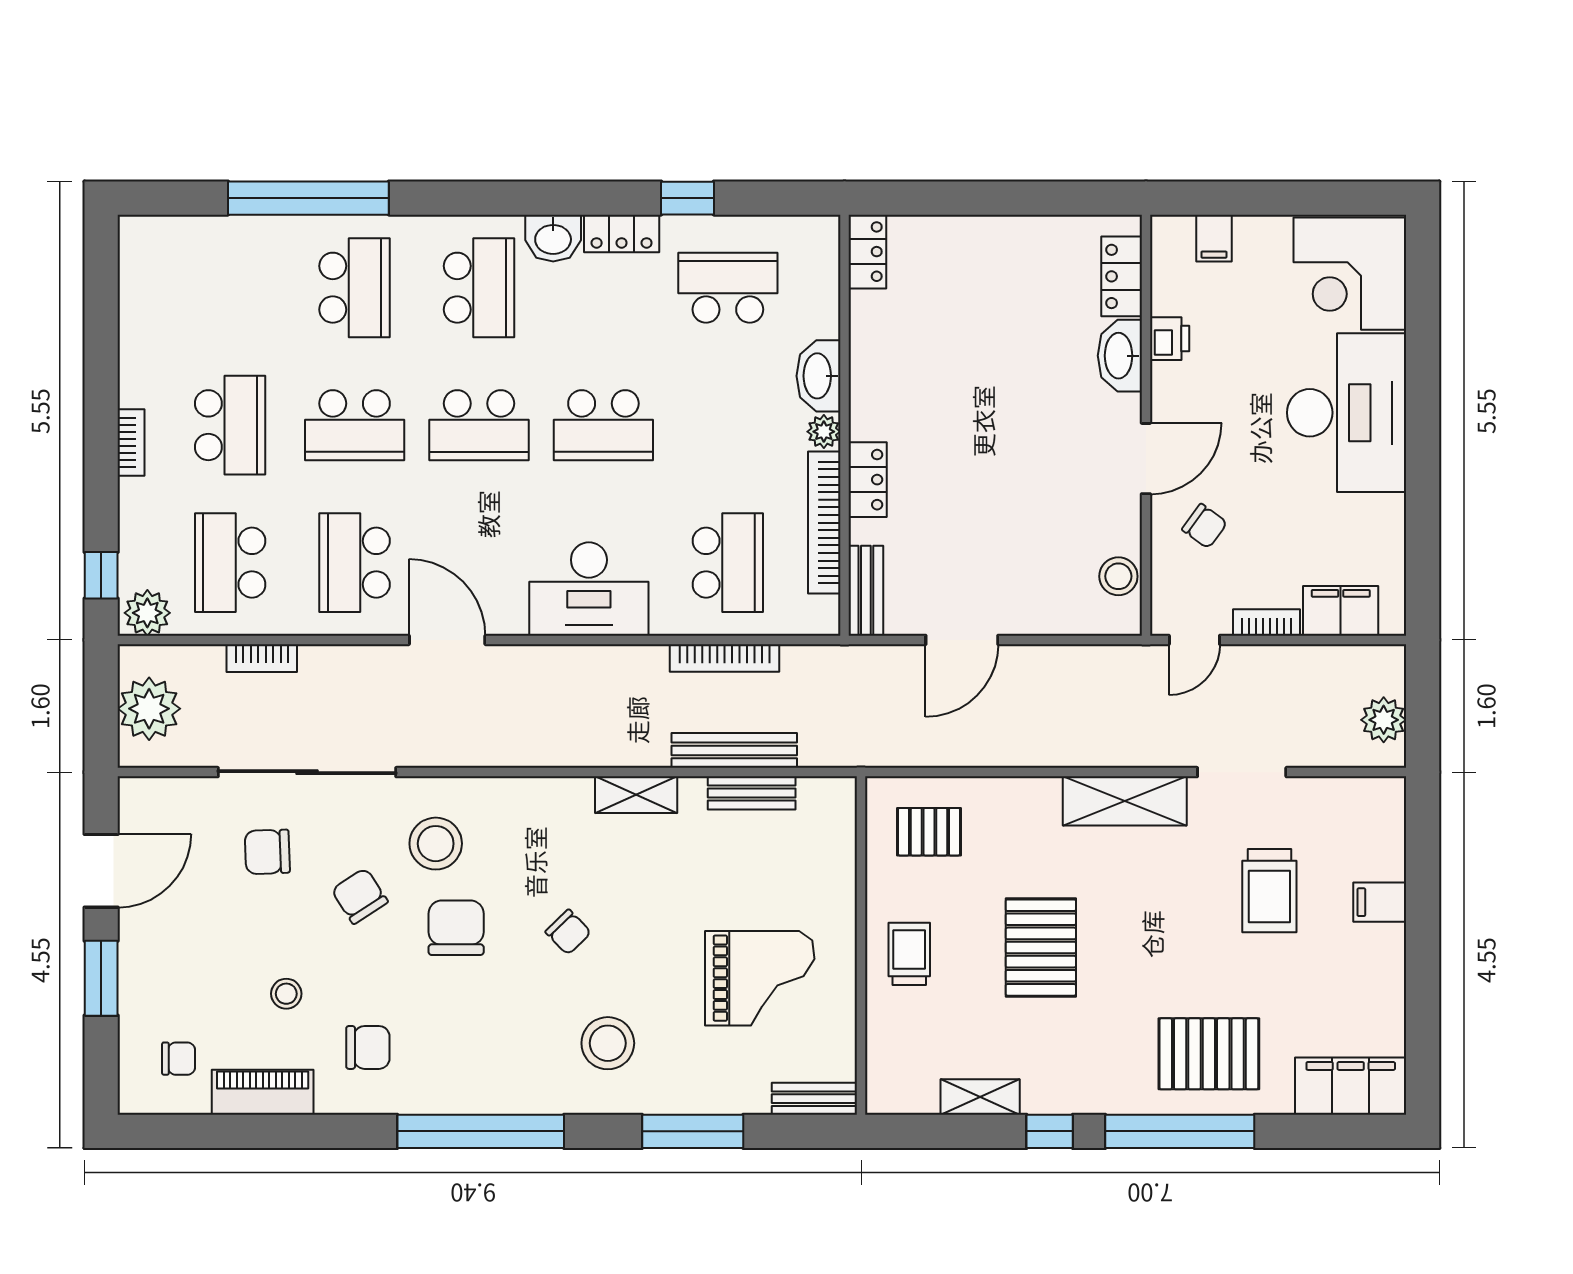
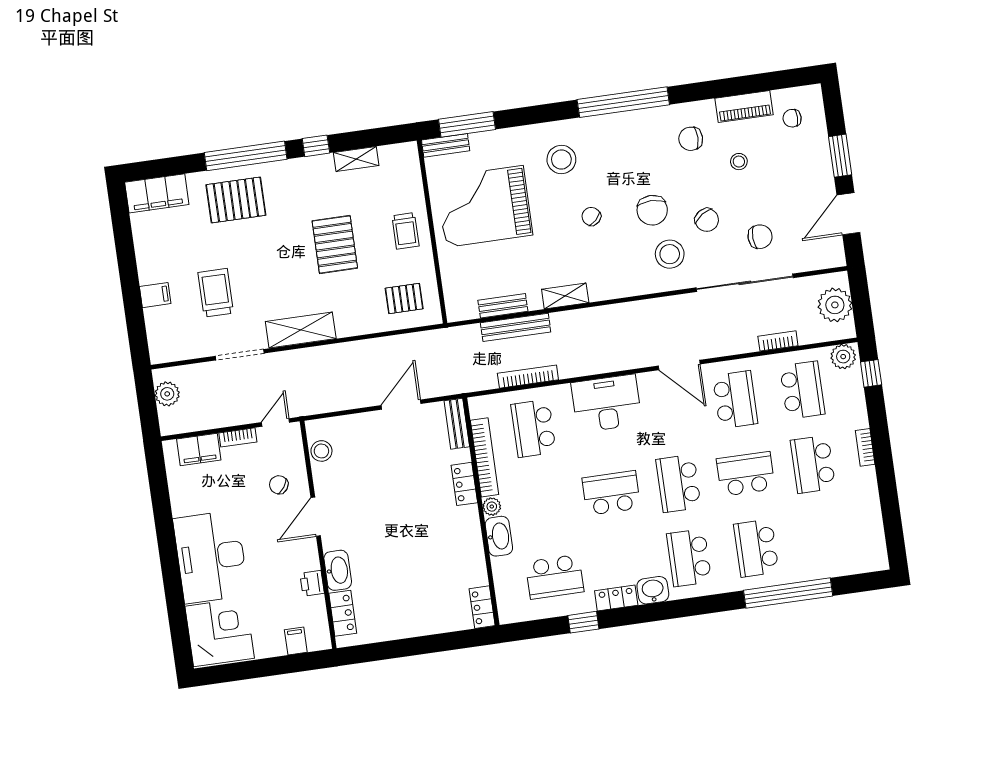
school desk: (479, 425) -> (678, 483), turned -90
grand piano: (760, 978) -> (484, 206), width x1.37, depth x1.48
window: (693, 1131) -> (467, 124), moved

